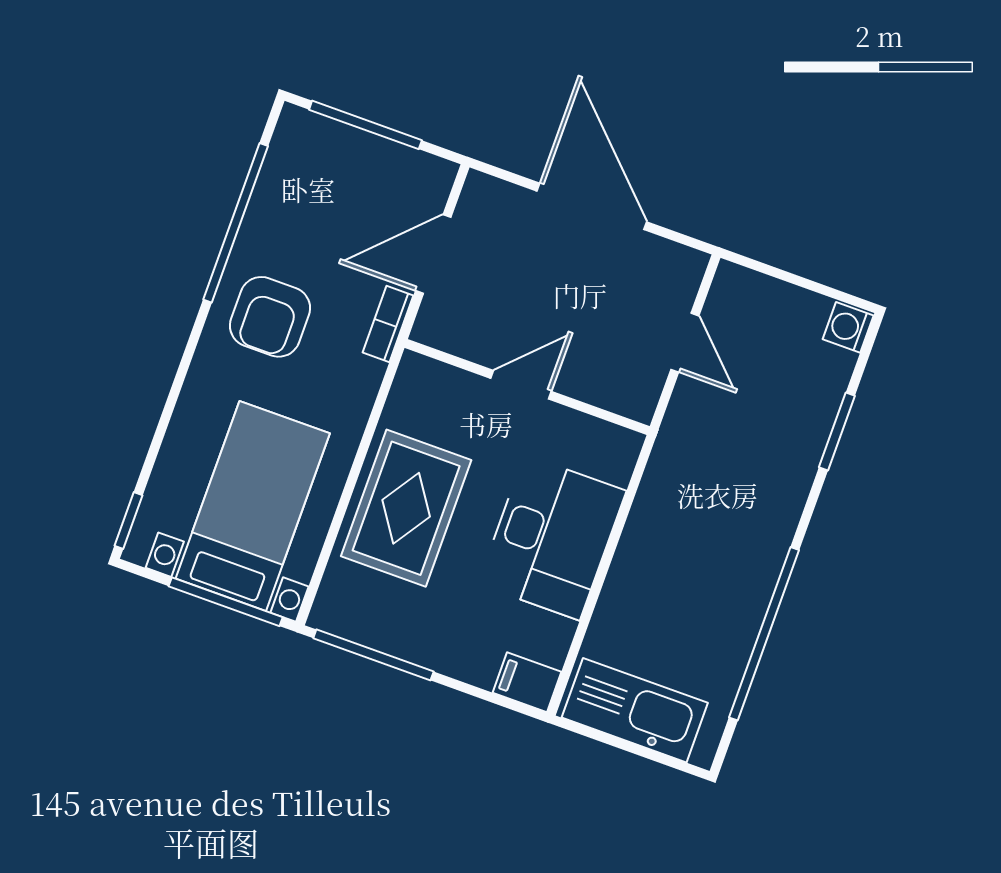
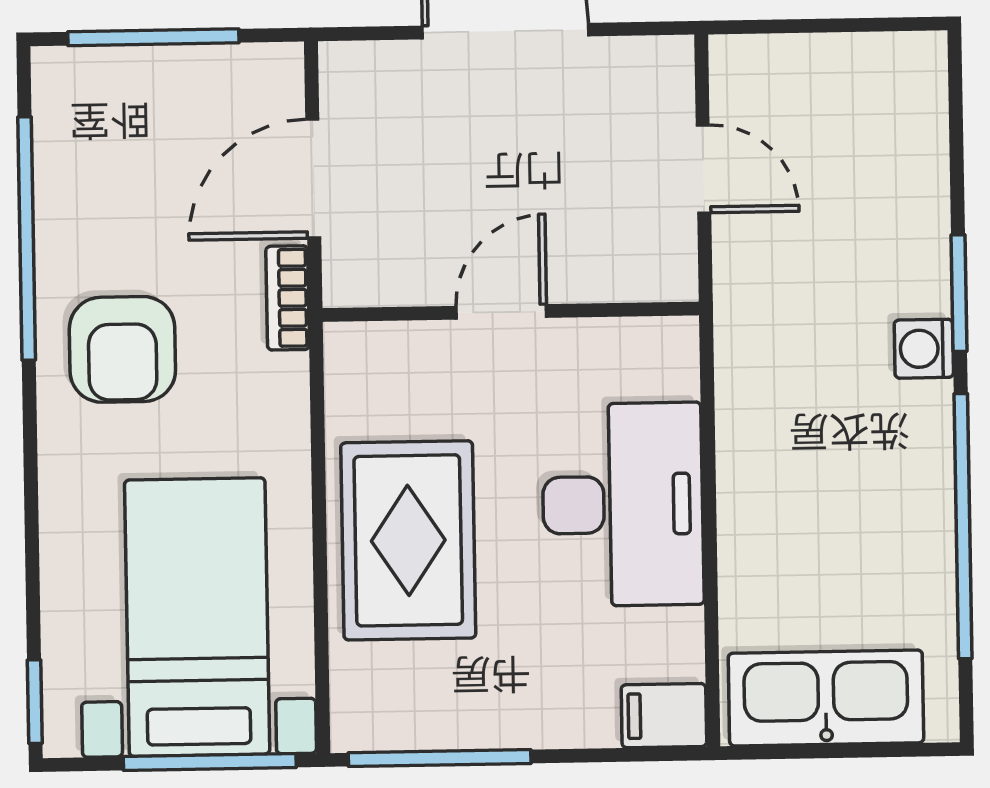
washing machine: (848, 327) -> (924, 349), moved
window: (837, 431) -> (959, 293), moved

